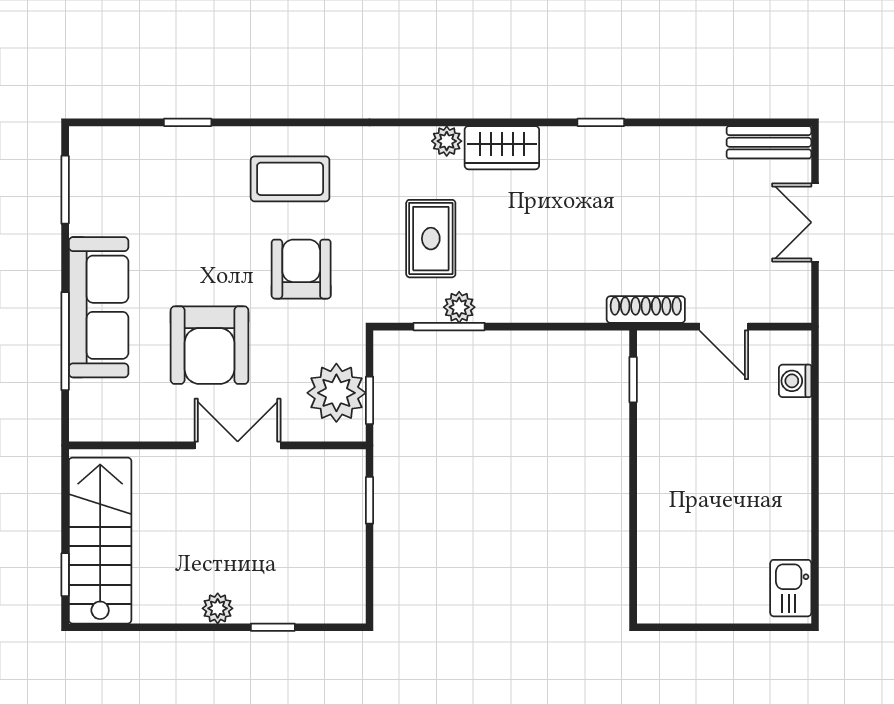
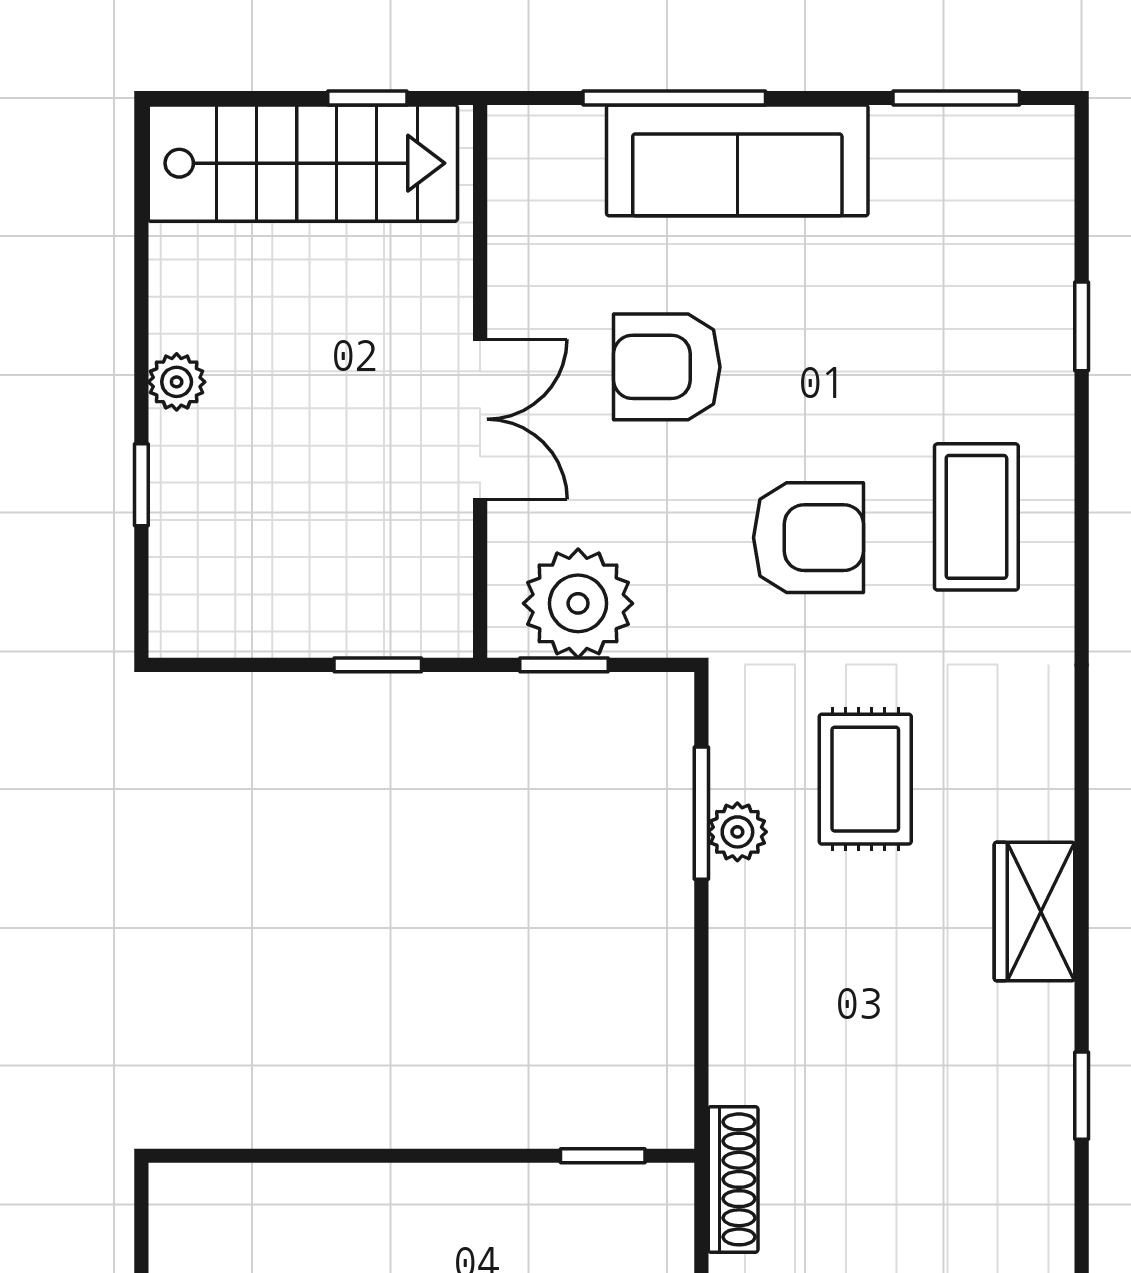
plant: (447, 141) -> (1047, 809), removed
rug: (431, 239) -> (865, 779), turned 90
armchair: (209, 345) -> (667, 367), width x0.73, depth x0.73
window: (65, 575) -> (367, 98), moved

